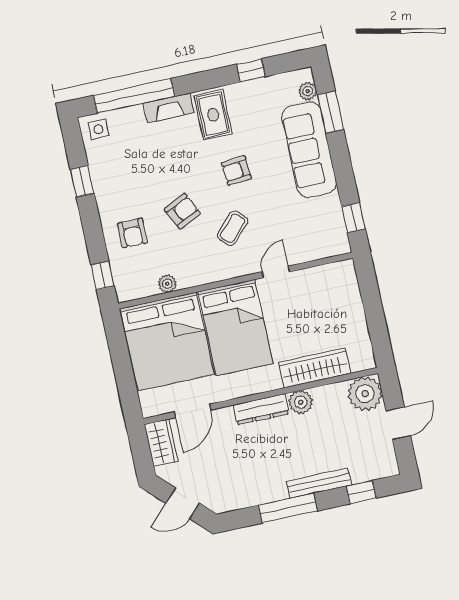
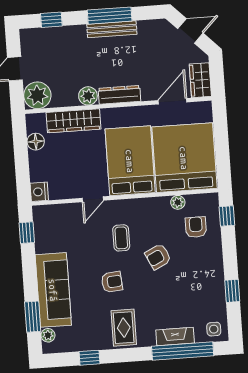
fireplace: (169, 108) -> (175, 337), moved
coffee table: (233, 228) -> (121, 238), turned -43
armchair: (132, 233) -> (196, 227), moved
nightstand: (345, 272) -> (39, 192), added
floor lamp: (359, 335) -> (36, 142), added
bench: (319, 483) -> (112, 29), moved

